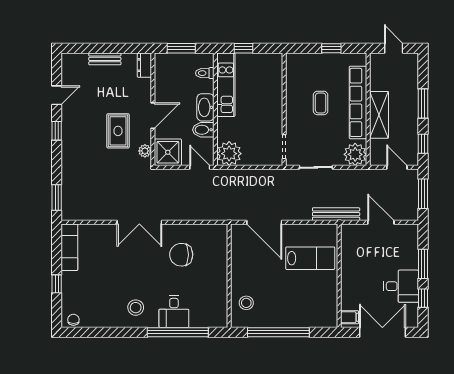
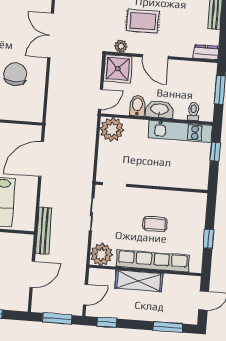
window: (423, 104) -> (168, 327), moved

